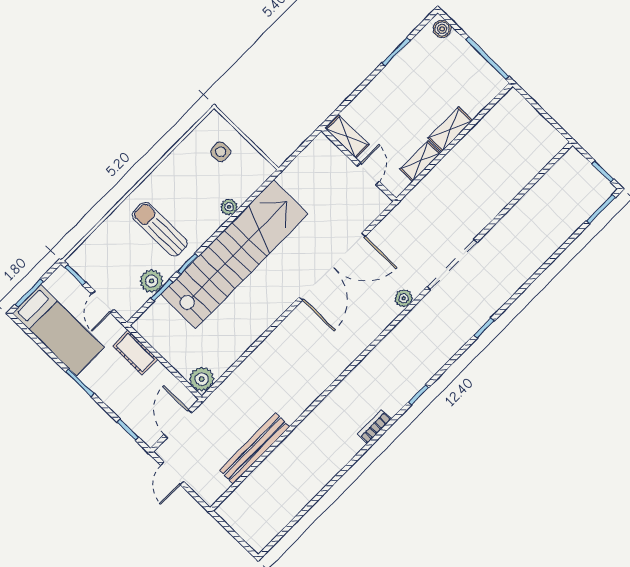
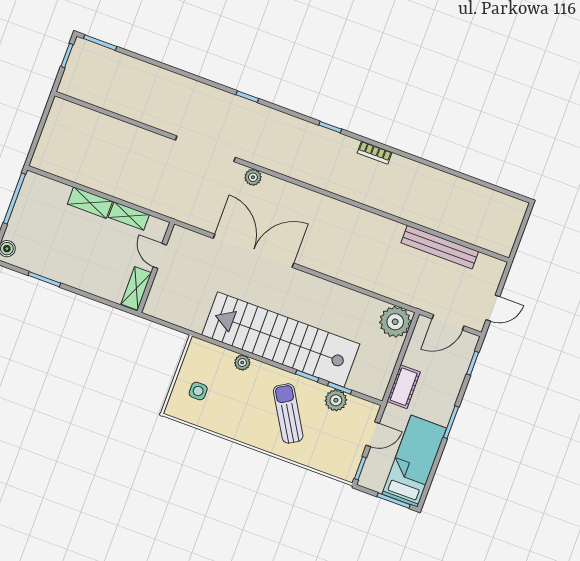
door: (368, 174) -> (160, 256), hinge flipped
sun lounger: (160, 229) -> (288, 413), turned 149
plant: (202, 379) -> (395, 322), width x1.36, depth x1.36

